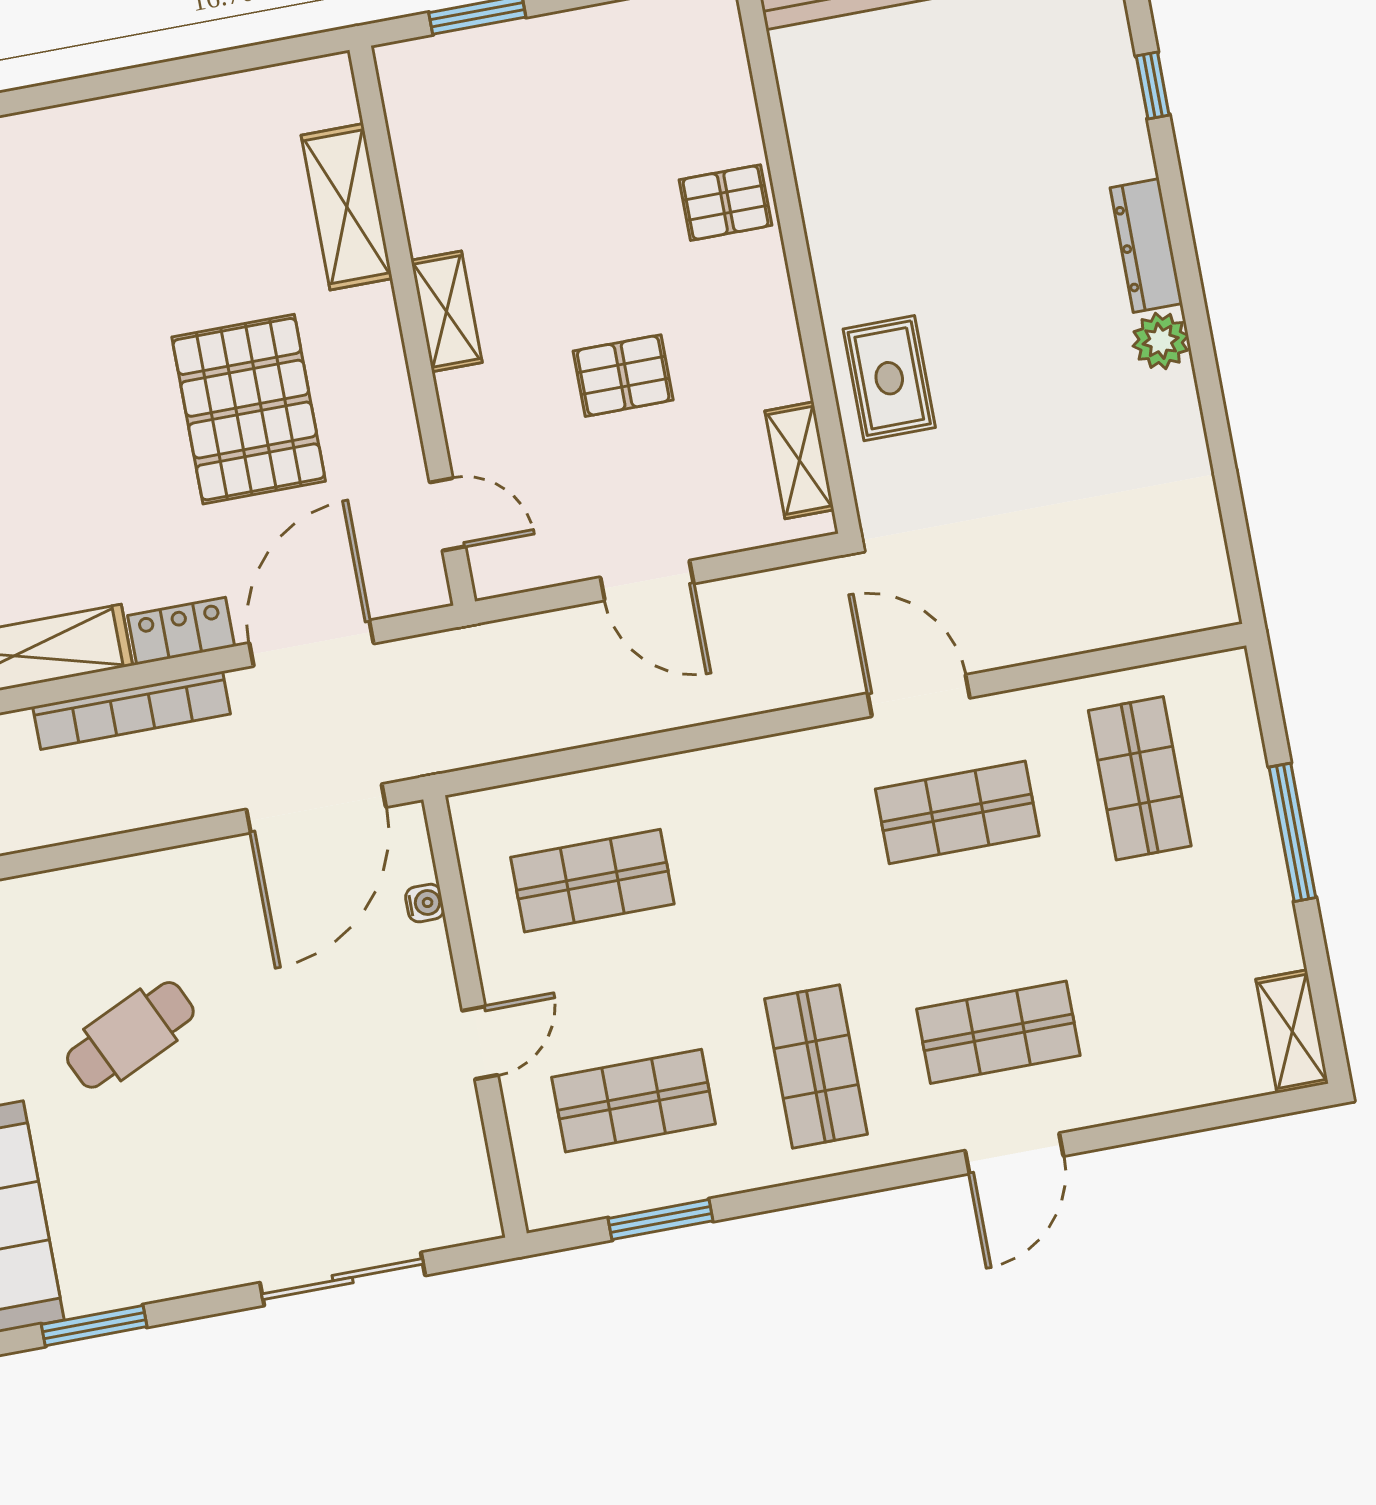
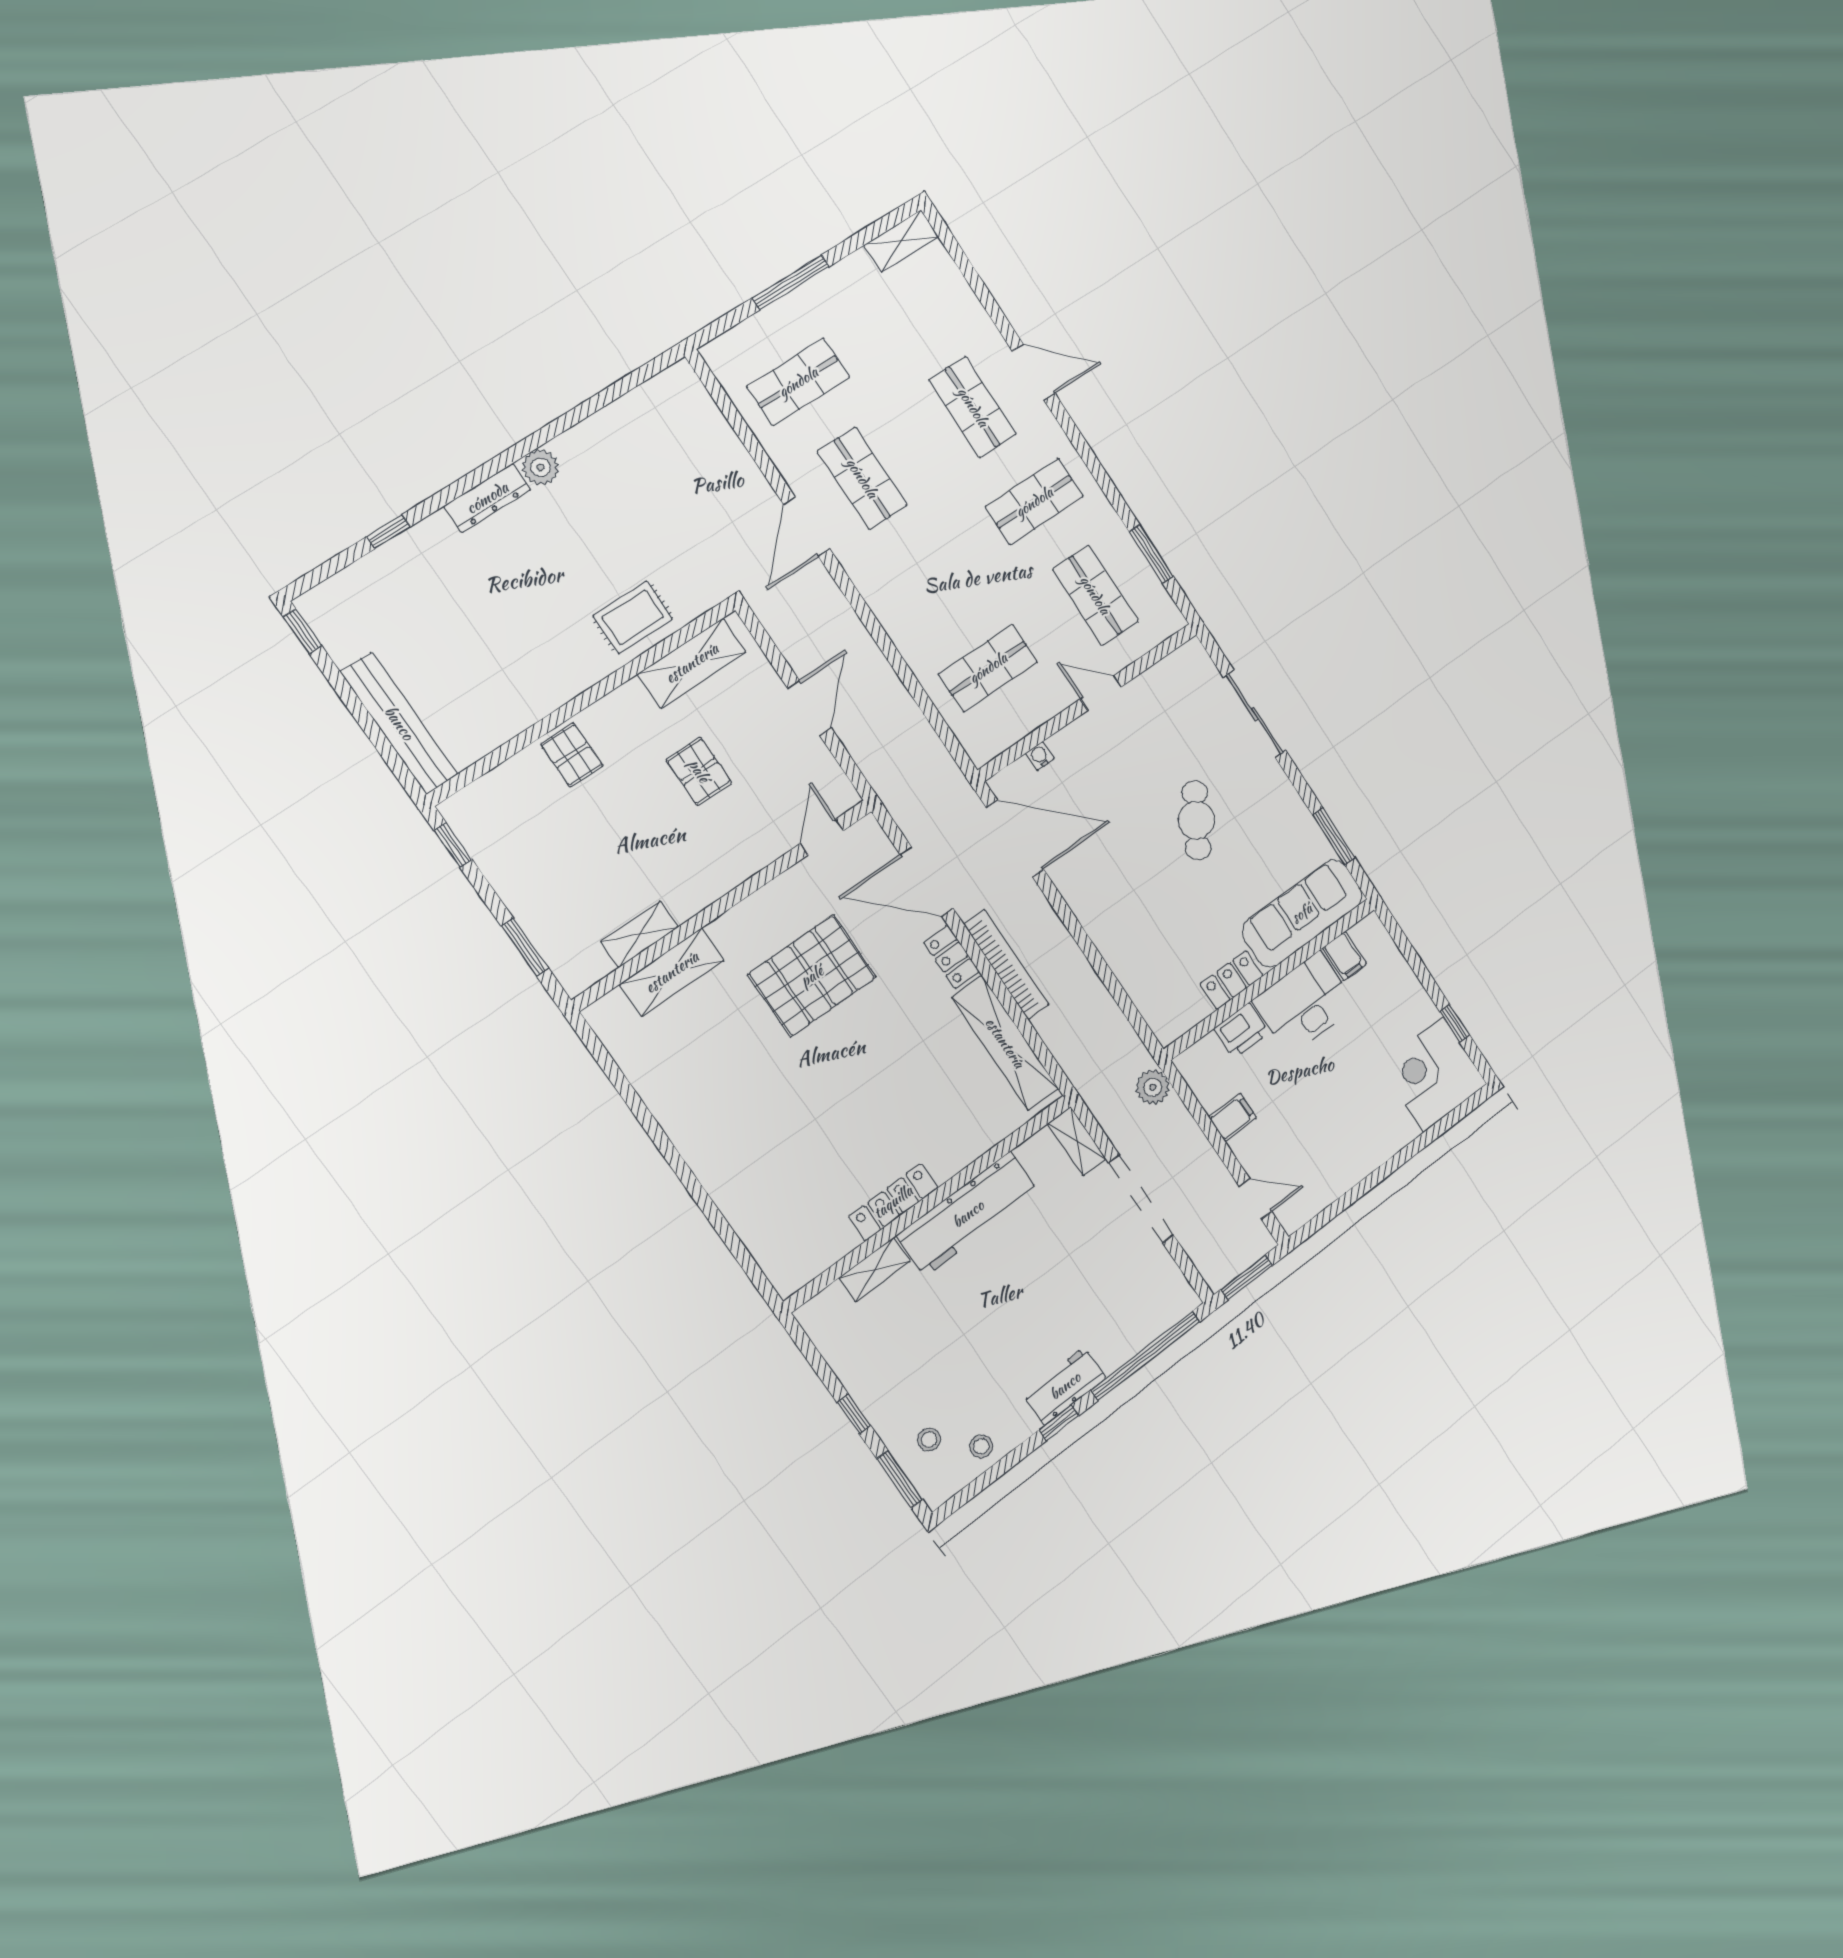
shelving: (447, 311) -> (640, 934), moved
shelving: (799, 460) -> (692, 663), width x1.50, depth x1.33
shop shelf: (592, 881) -> (988, 668), turned 90
cafe table: (130, 1035) -> (1196, 820), moved, turned 56

